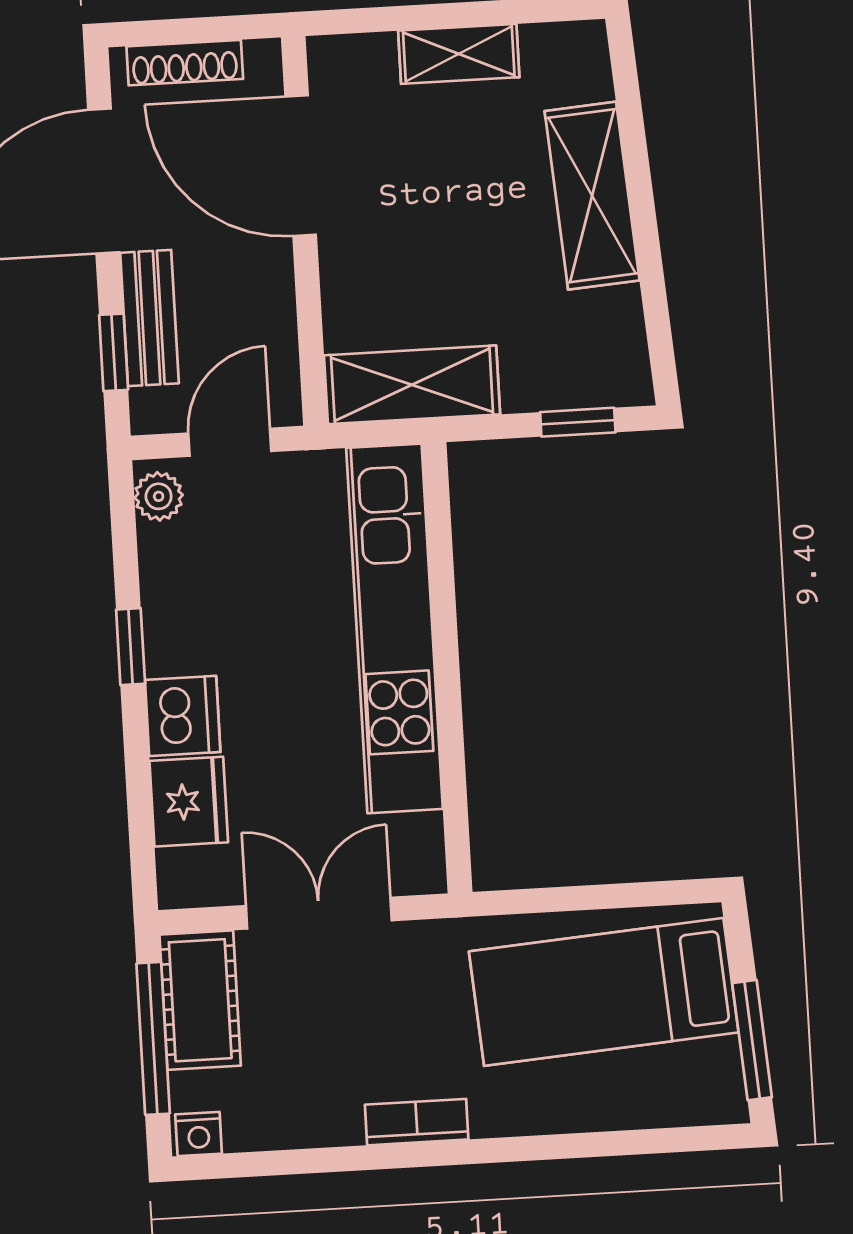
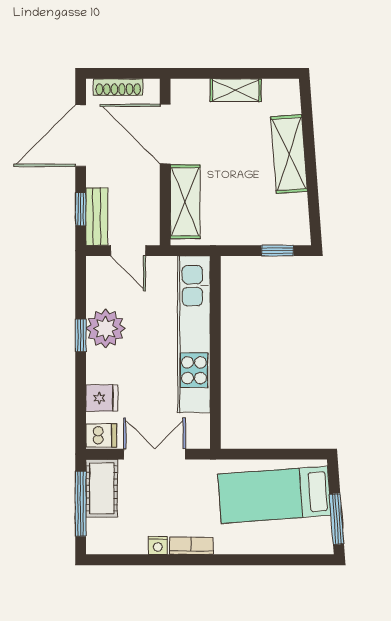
bench: (150, 318) -> (97, 217), moved
shelving: (412, 385) -> (185, 202), moved, turned 90
door: (230, 442) -> (128, 251), swing flipped
plant: (159, 496) -> (105, 328), moved, width x1.88, depth x1.88
dishwasher: (183, 716) -> (101, 435), moved, width x0.73
fridge: (189, 802) -> (102, 398), width x0.72
nightstand: (199, 1134) -> (158, 546), moved

